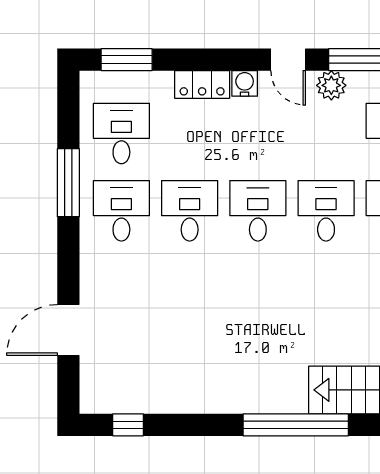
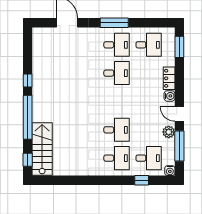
door: (288, 60) -> (179, 114), hinge flipped
window: (68, 183) -> (114, 23), moved
desk: (258, 211) -> (117, 101), removed
window: (128, 425) -> (28, 81), moved

